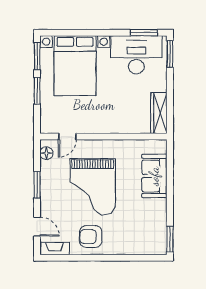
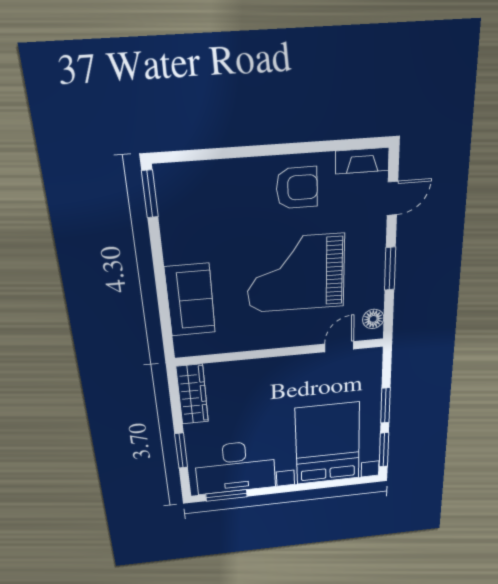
window: (170, 54) -> (181, 451), moved
grand piano: (93, 187) -> (296, 273), turned -89
door: (37, 227) -> (392, 198), swing flipped

